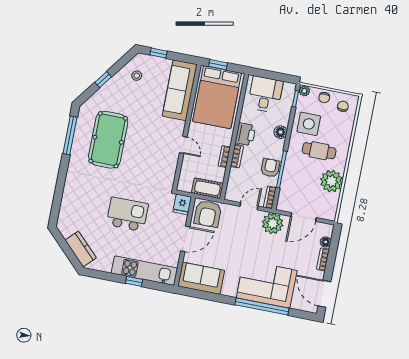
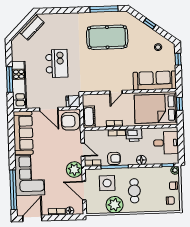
side table: (309, 124) -> (107, 183), moved
kitchen counter: (81, 249) -> (32, 27), moved
sofa: (201, 278) -> (23, 133), width x1.36
window: (134, 281) -> (10, 79), width x2.17
window: (262, 307) -> (13, 190), moved

